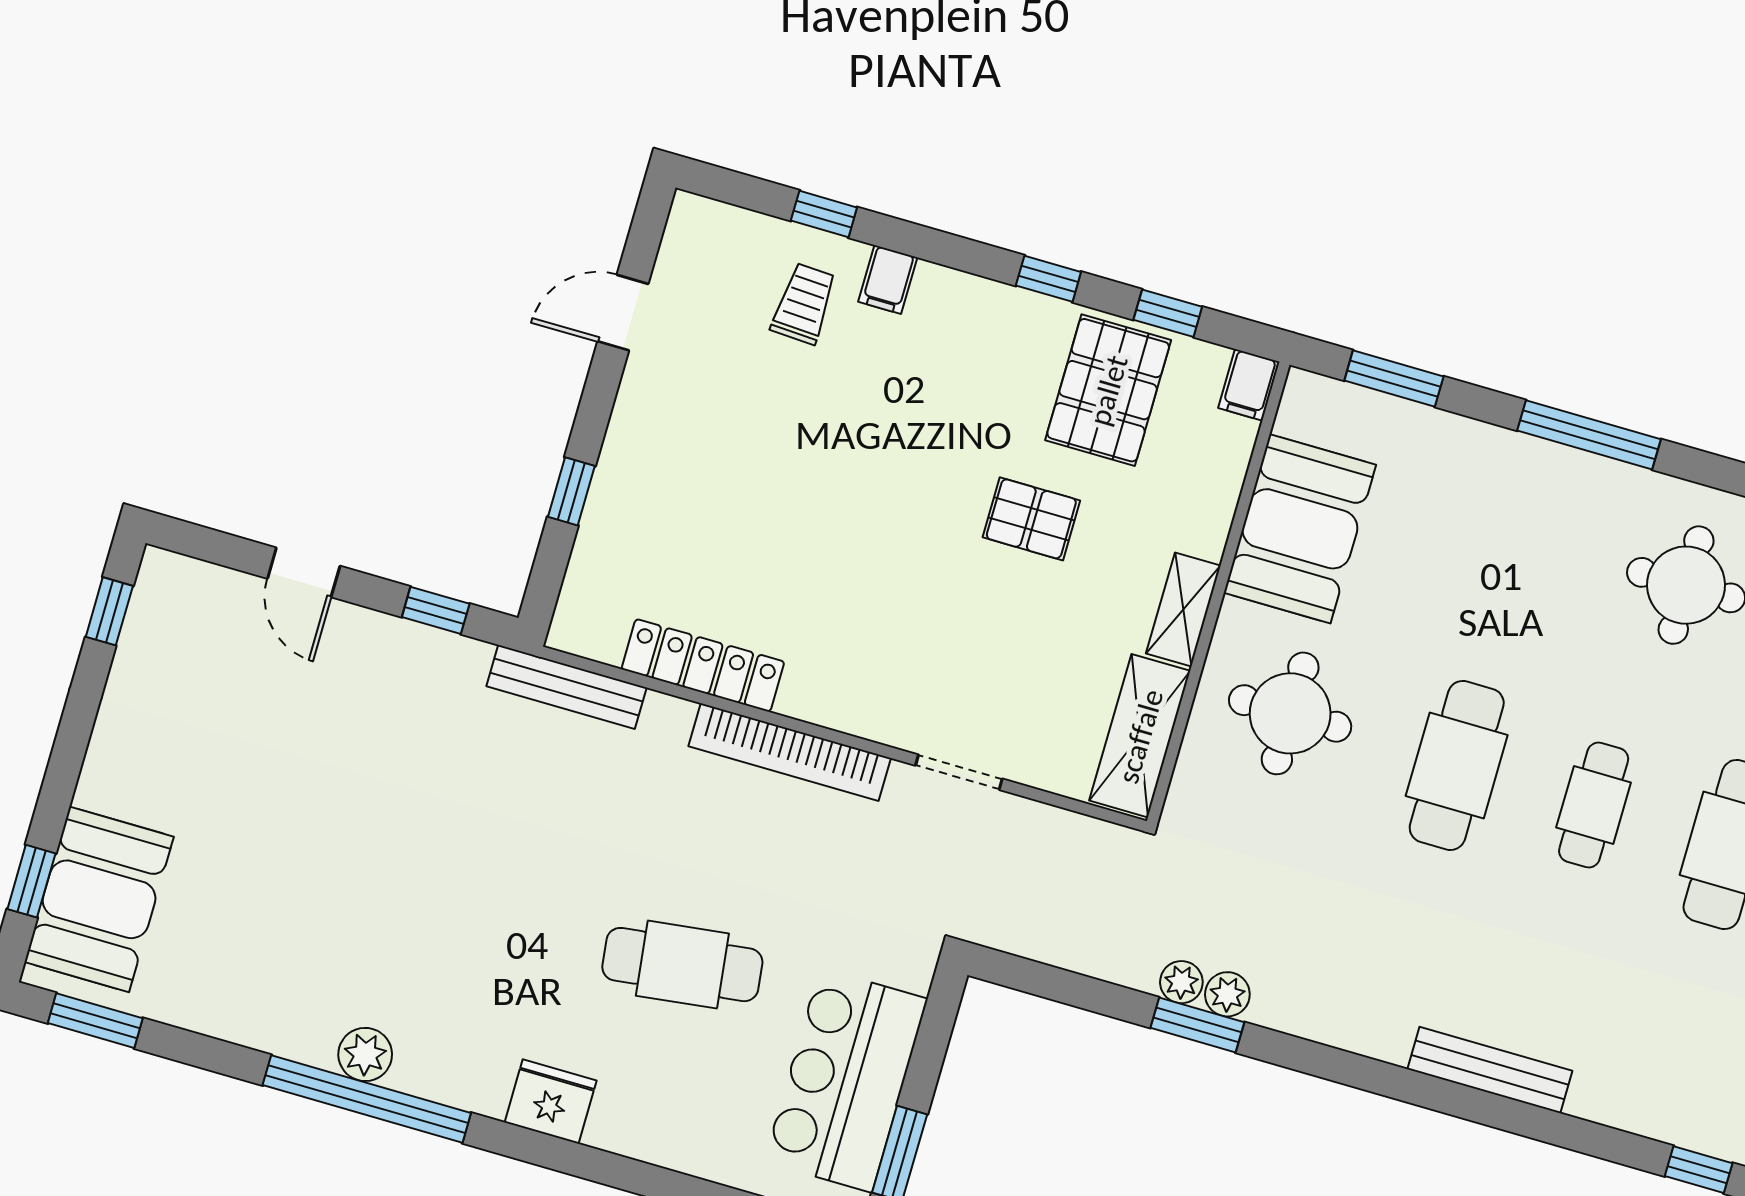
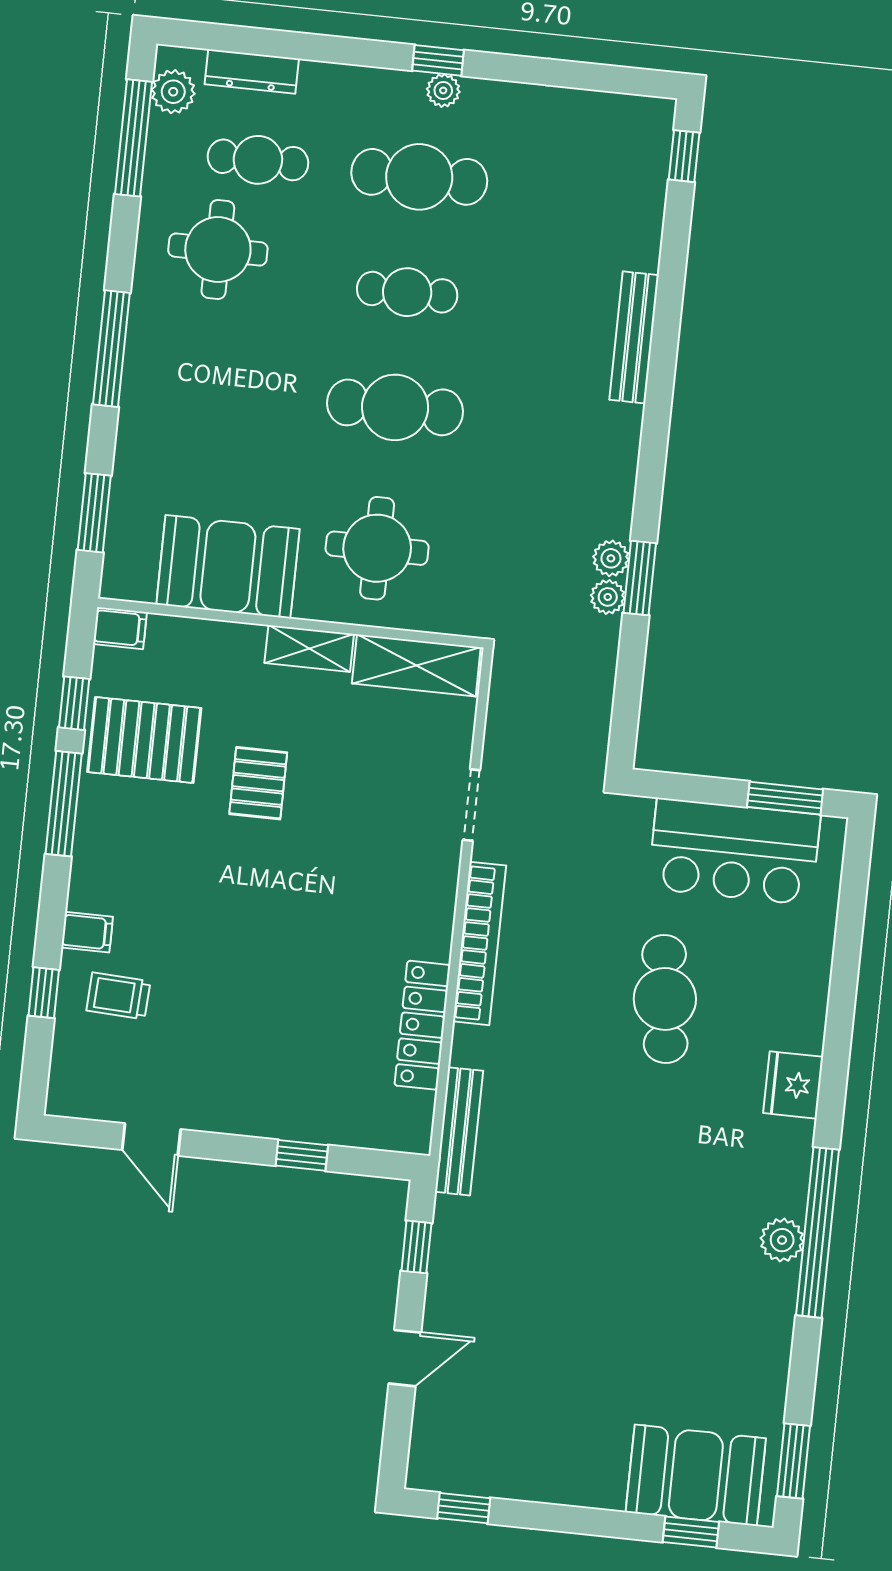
window: (1048, 279) -> (64, 804), width x2.17

